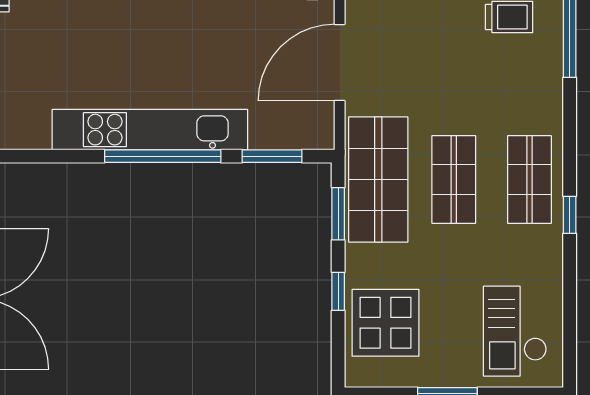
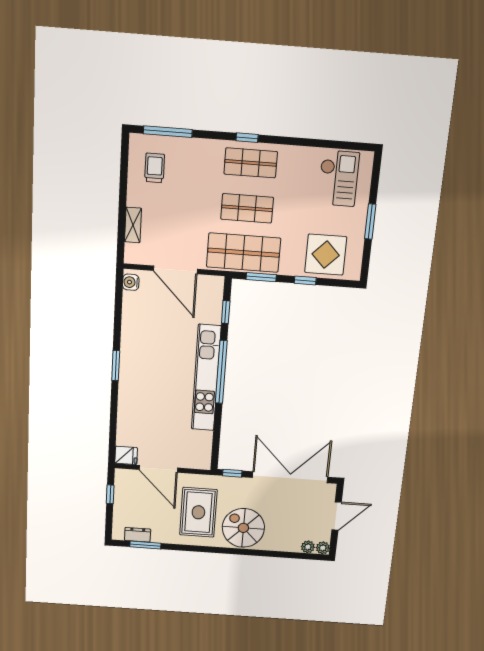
window: (272, 156) -> (226, 312), width x0.67
window: (570, 215) -> (247, 138), moved
checkout: (515, 331) -> (338, 178), turned -90

